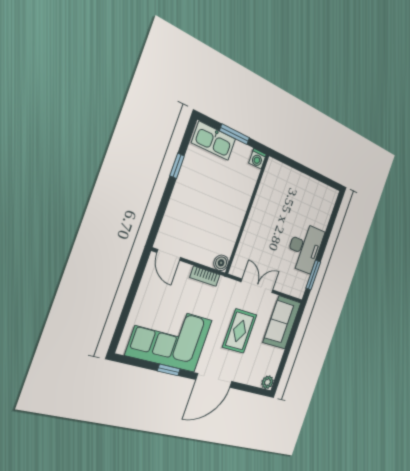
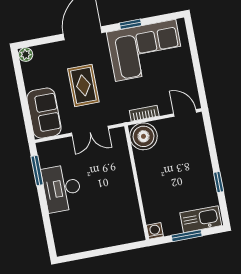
boiler: (221, 263) -> (143, 136), width x1.86, depth x1.86

